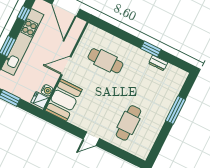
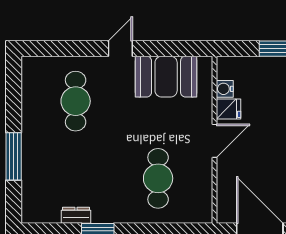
cafe table: (105, 61) -> (158, 178), turned 90
fridge: (40, 100) -> (228, 109), moved
booth: (64, 100) -> (166, 77), moved, turned 90

